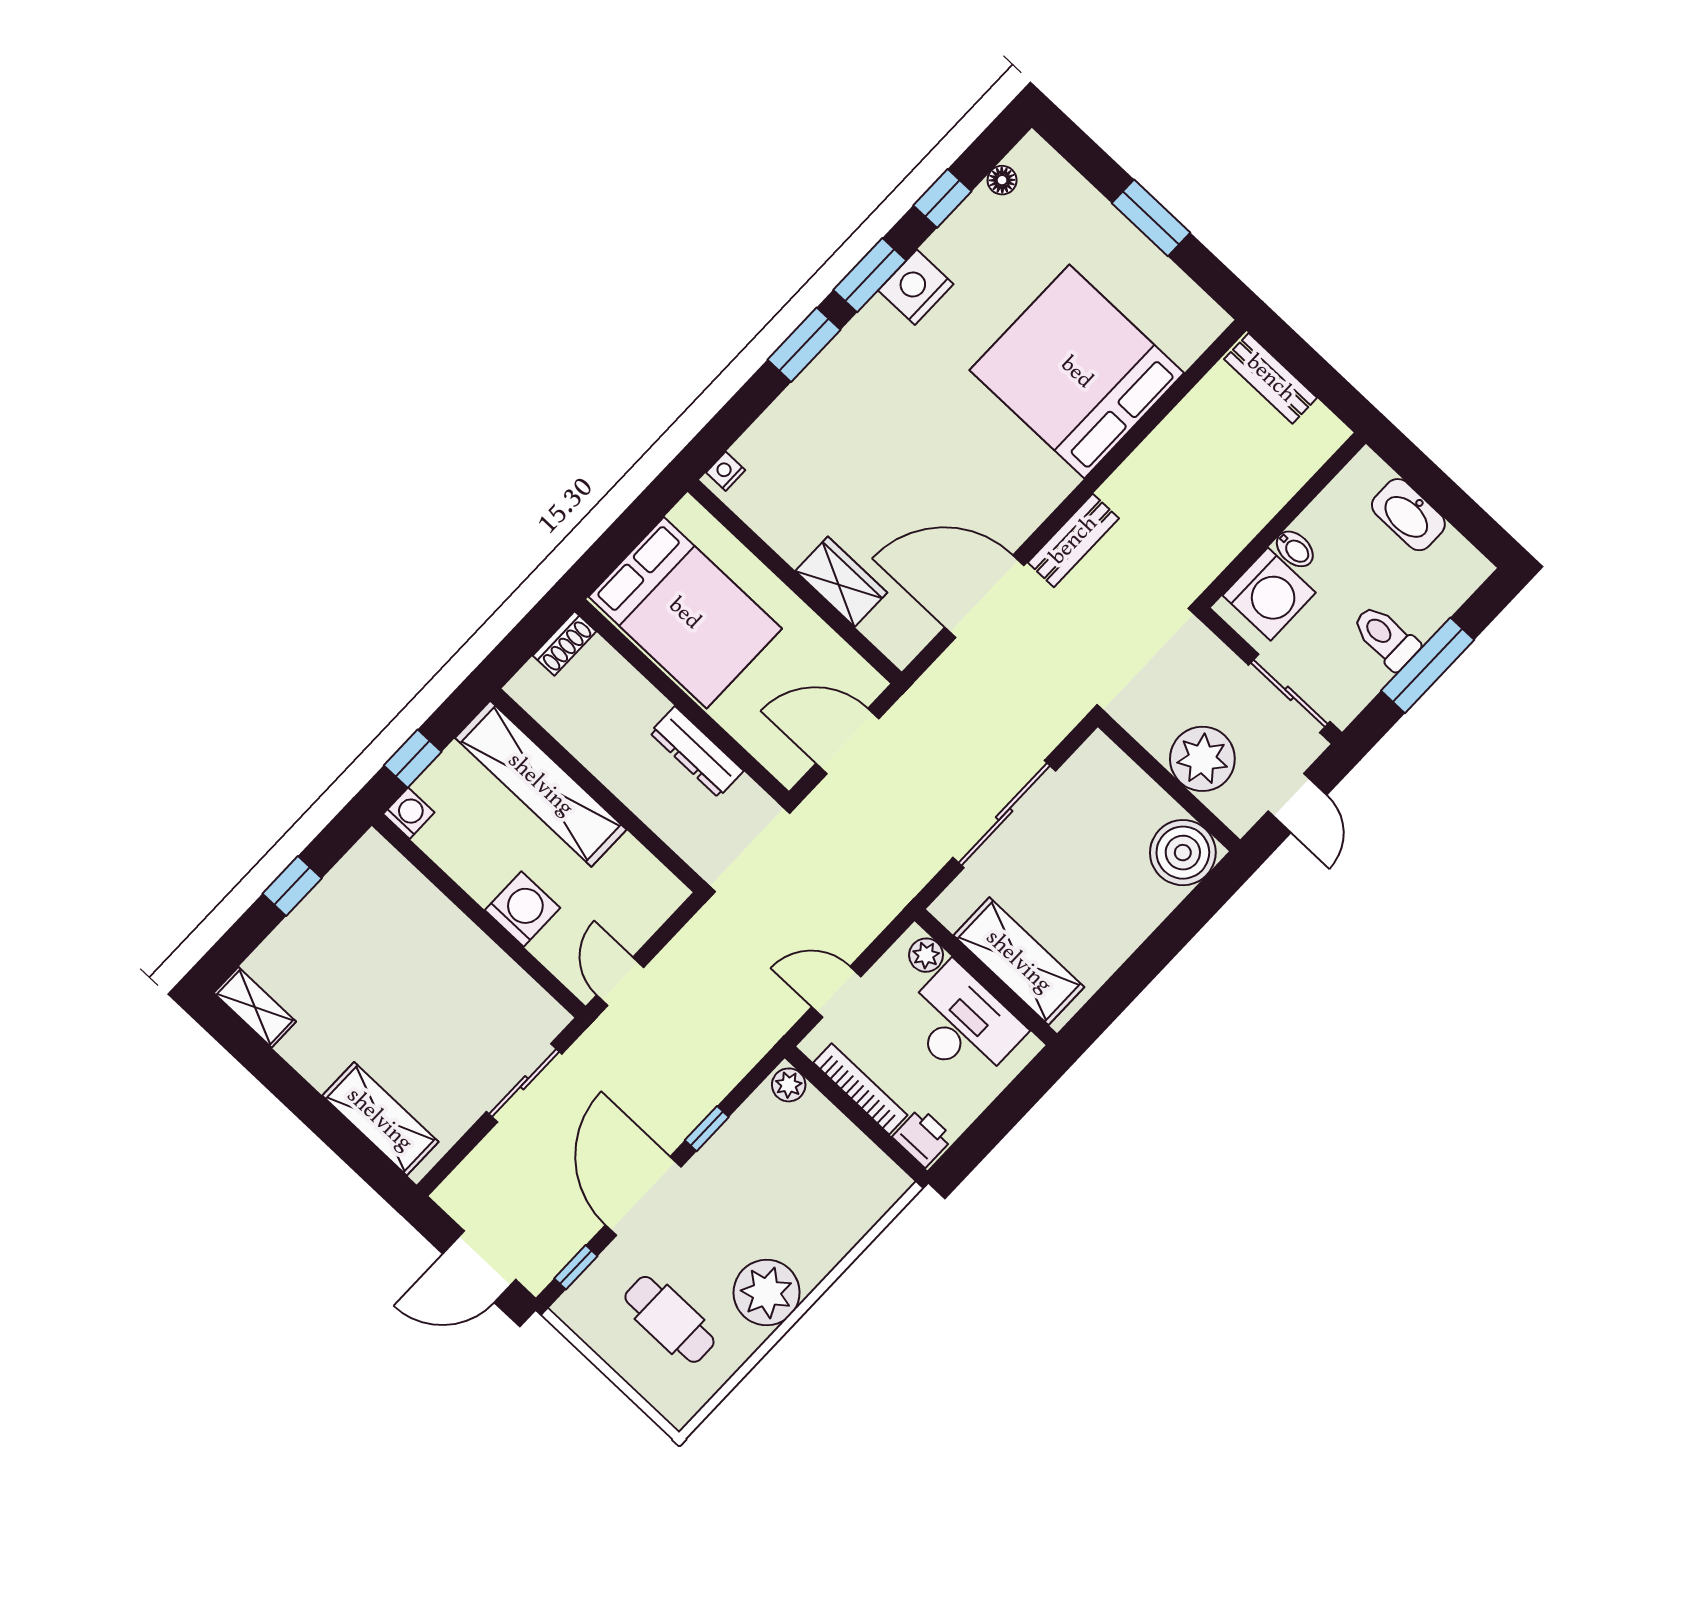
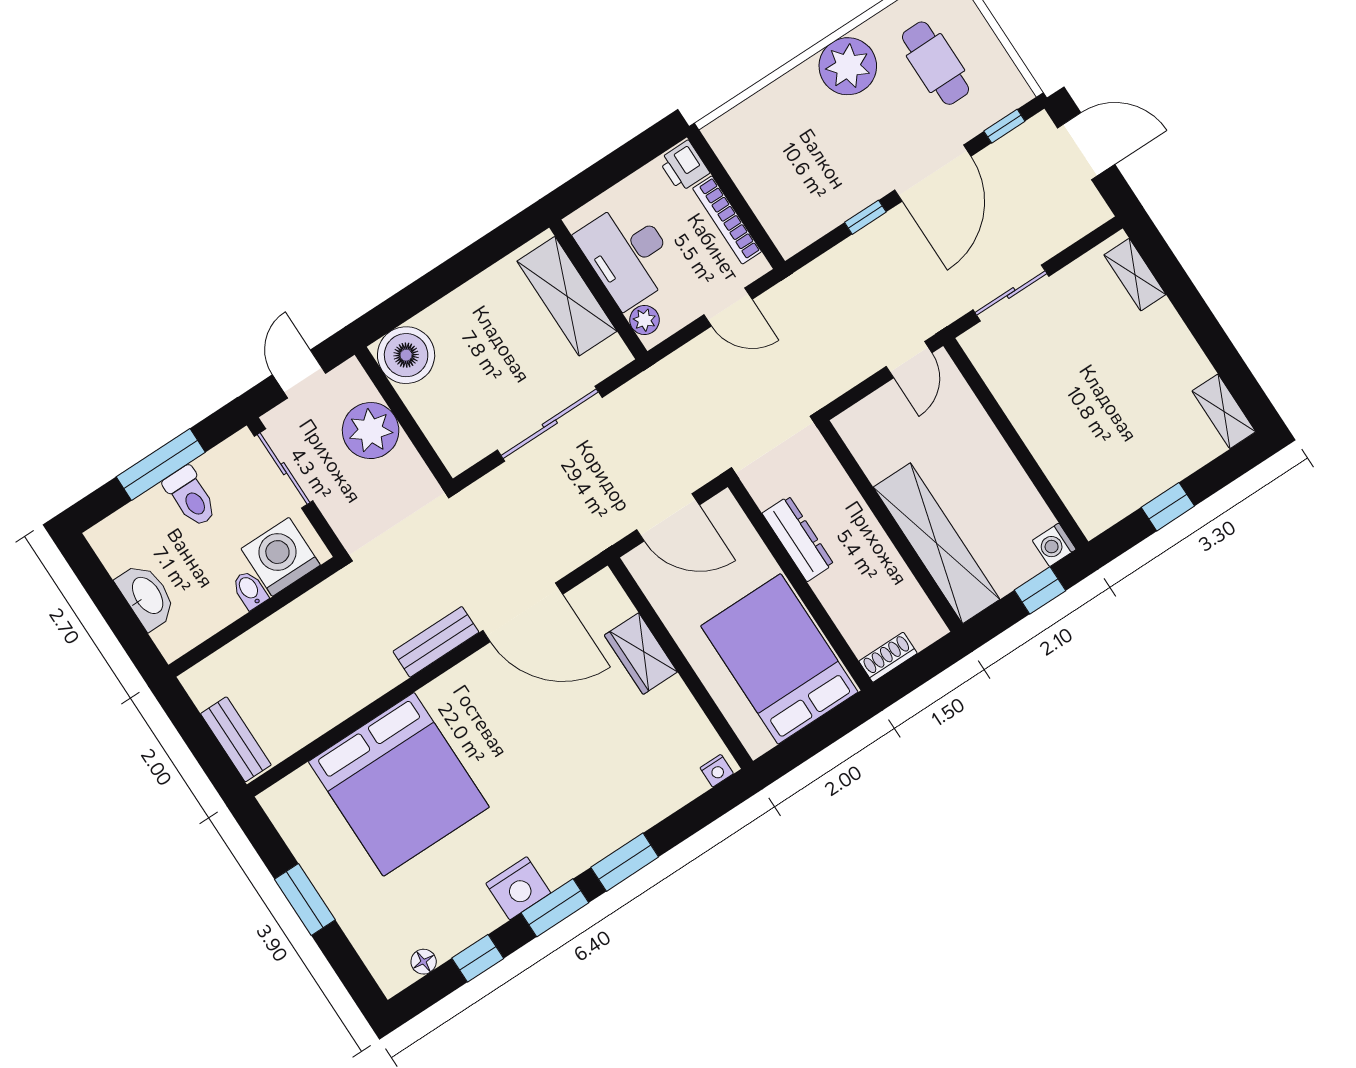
washing machine: (522, 909) -> (977, 441), removed
plant: (789, 1085) -> (787, 238), removed
shelving: (380, 1119) -> (1135, 275), width x0.67, depth x0.75

